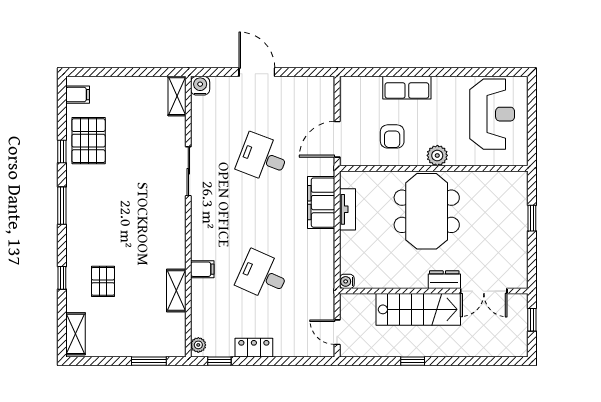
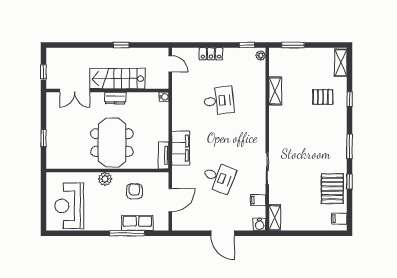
window: (403, 72) -> (127, 233), added
row of seats: (407, 88) -> (137, 223), moved
door: (337, 139) -> (170, 200), moved
tv unit: (347, 209) -> (164, 155), moved
filing cabinet: (202, 269) -> (258, 200), moved
desk: (263, 275) -> (219, 101), turned -30
dresser: (444, 280) -> (115, 98), moved
pallet: (103, 281) -> (323, 97), turned 90
double door: (484, 291) -> (75, 91), swing flipped
locker: (254, 348) -> (211, 54), moved

